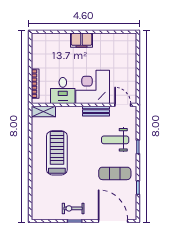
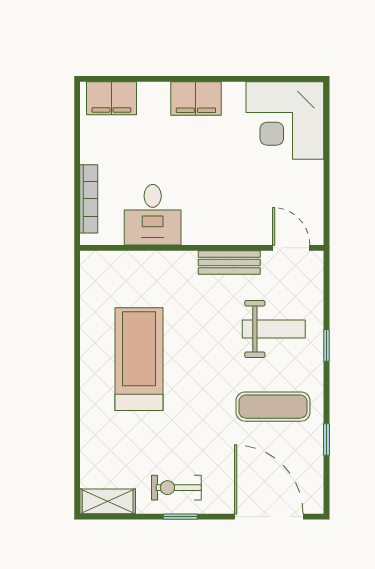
filing cabinet: (45, 40) -> (111, 98), added
corner desk: (93, 87) -> (285, 120), moved, turned -90
shelving: (43, 111) -> (108, 501), moved
weight bench: (115, 140) -> (274, 329), turned 180

